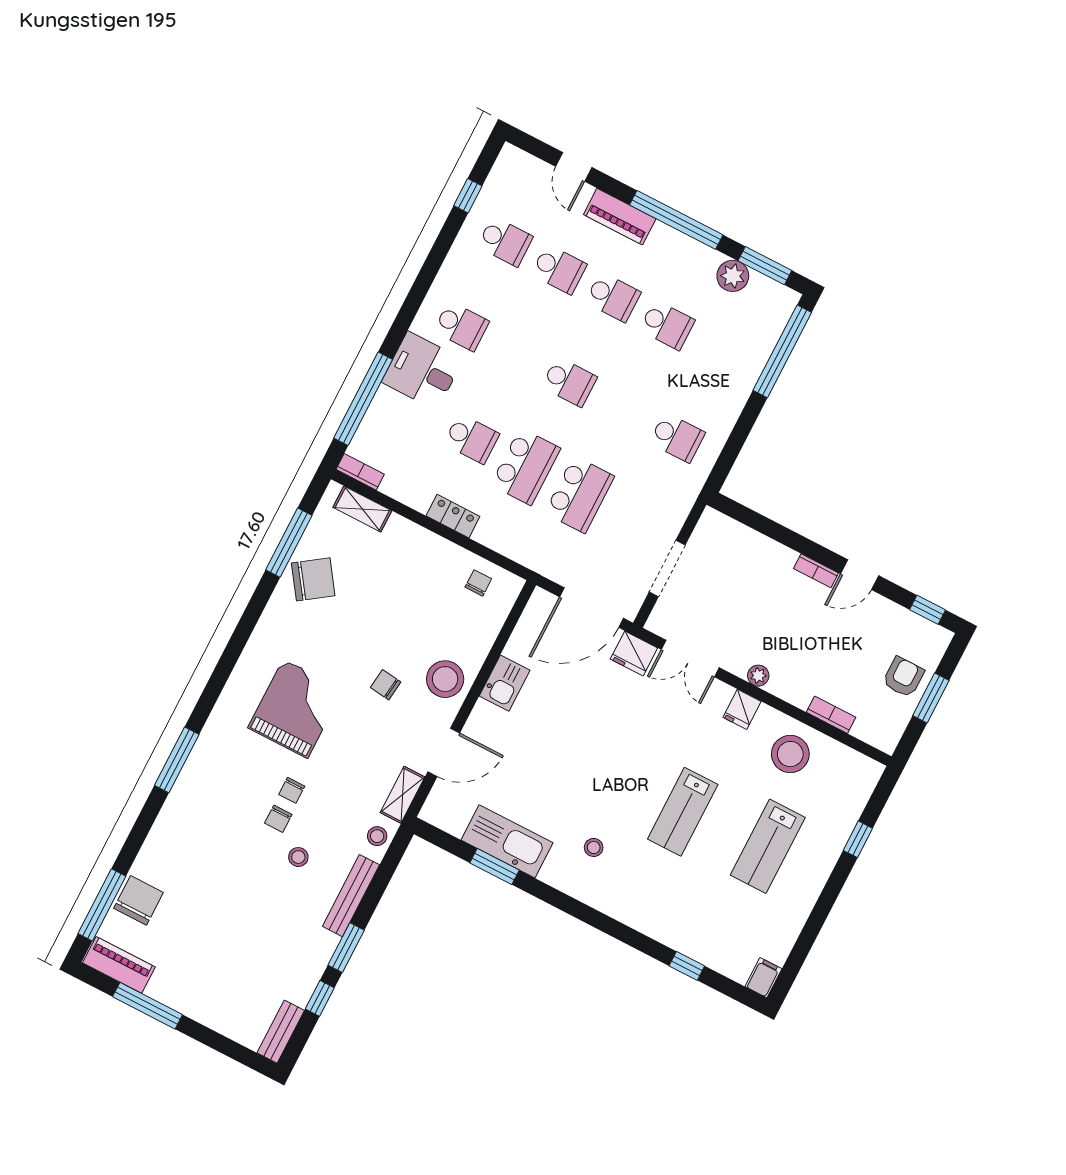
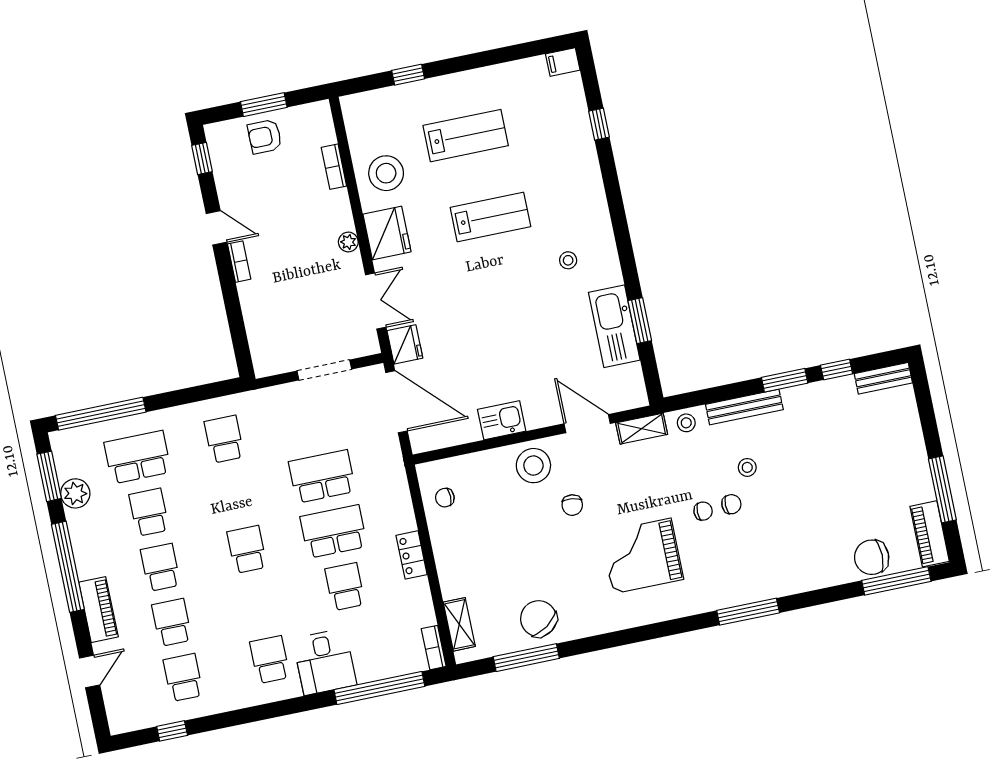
school desk: (721, 353) -> (138, 457), added
fridge: (742, 709) -> (387, 233), width x1.88, depth x1.34

